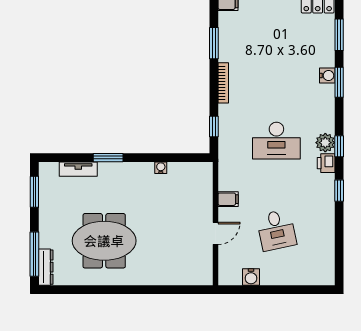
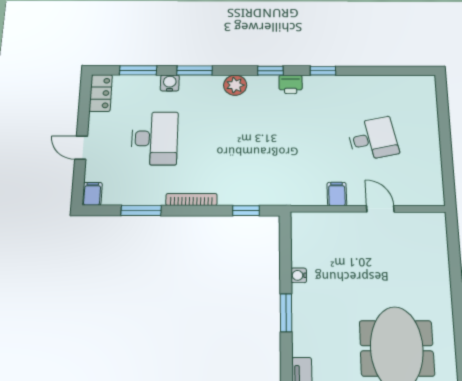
water cooler: (327, 76) -> (170, 83), moved
desk: (276, 141) -> (155, 138), moved
plant: (325, 143) -> (235, 85), moved
window: (108, 158) -> (286, 313), moved
water cooler: (251, 277) -> (432, 168), removed

